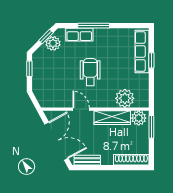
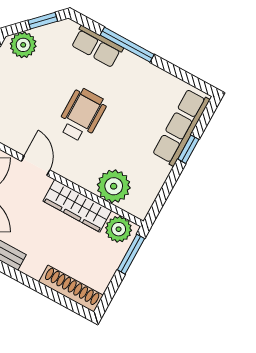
plant: (53, 43) -> (23, 45), moved

